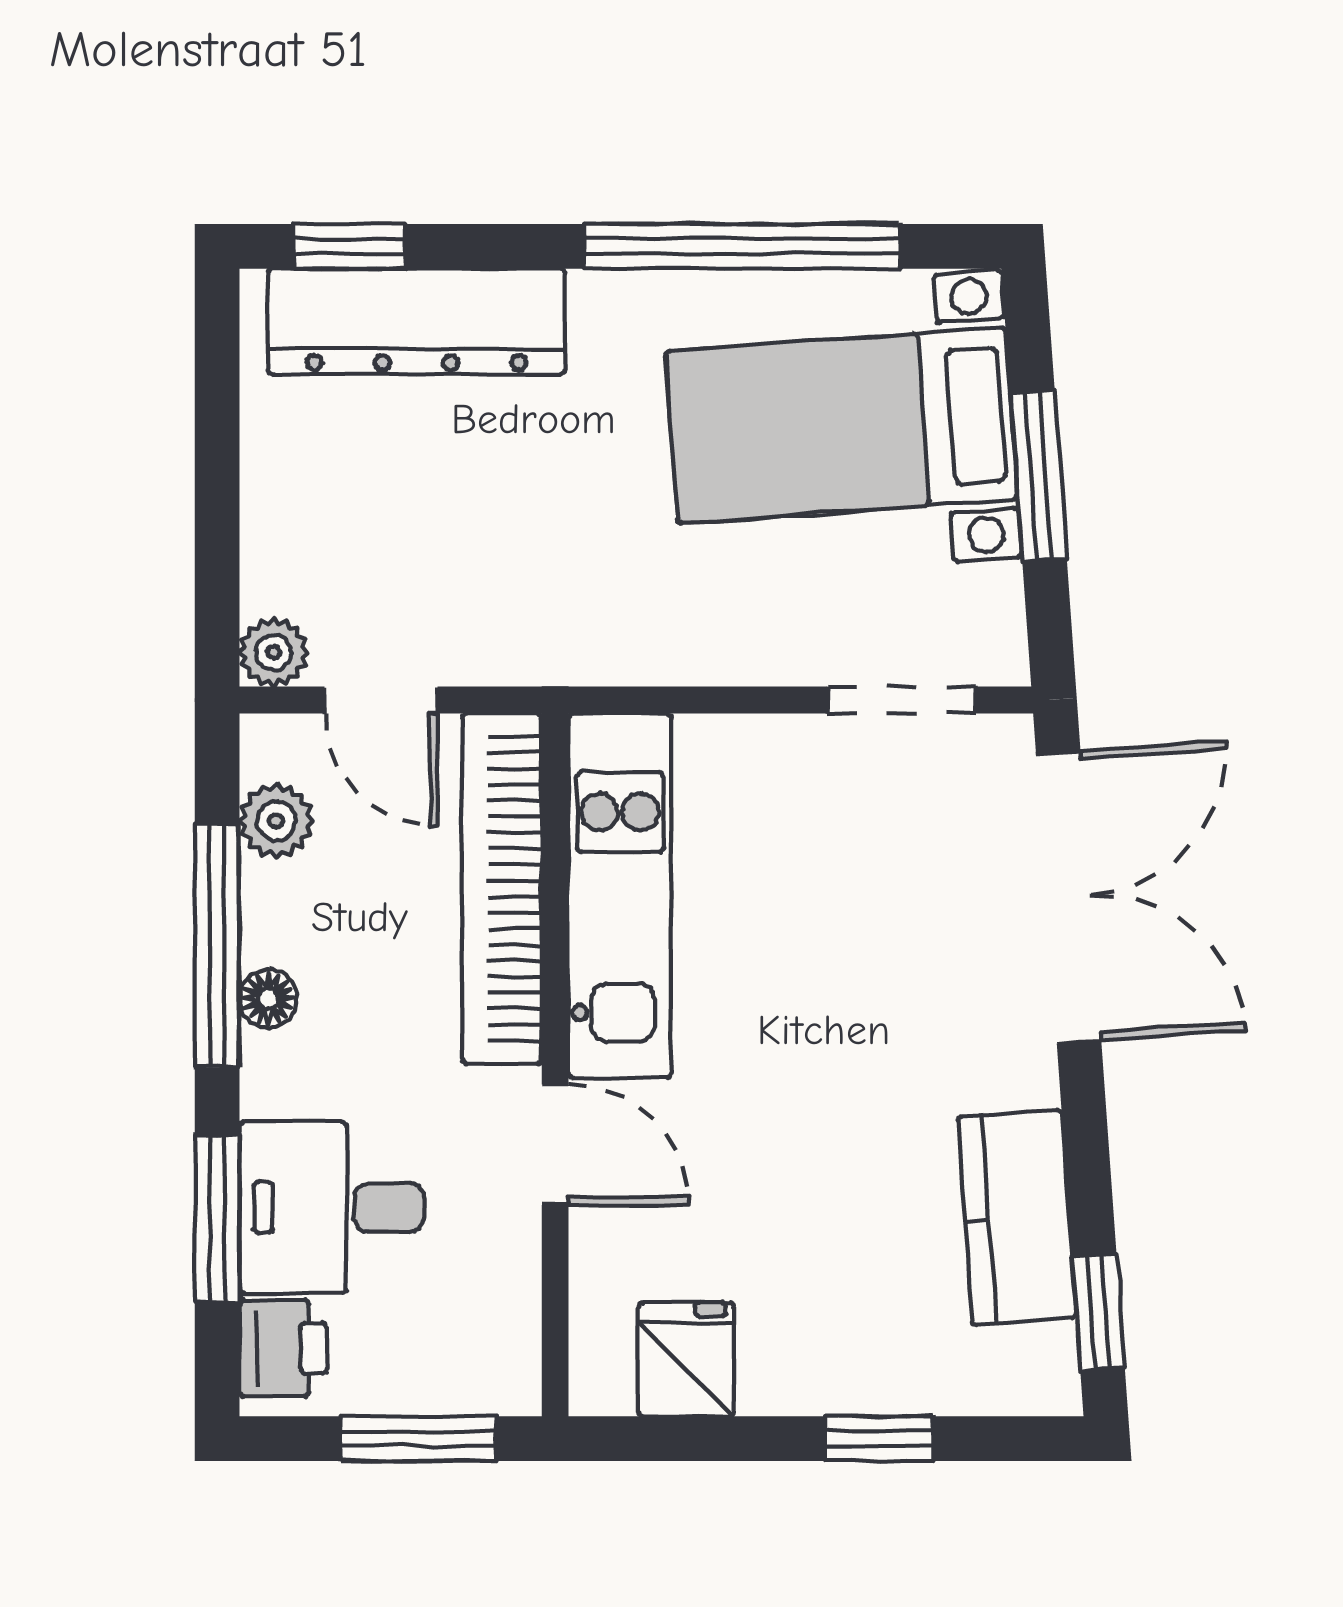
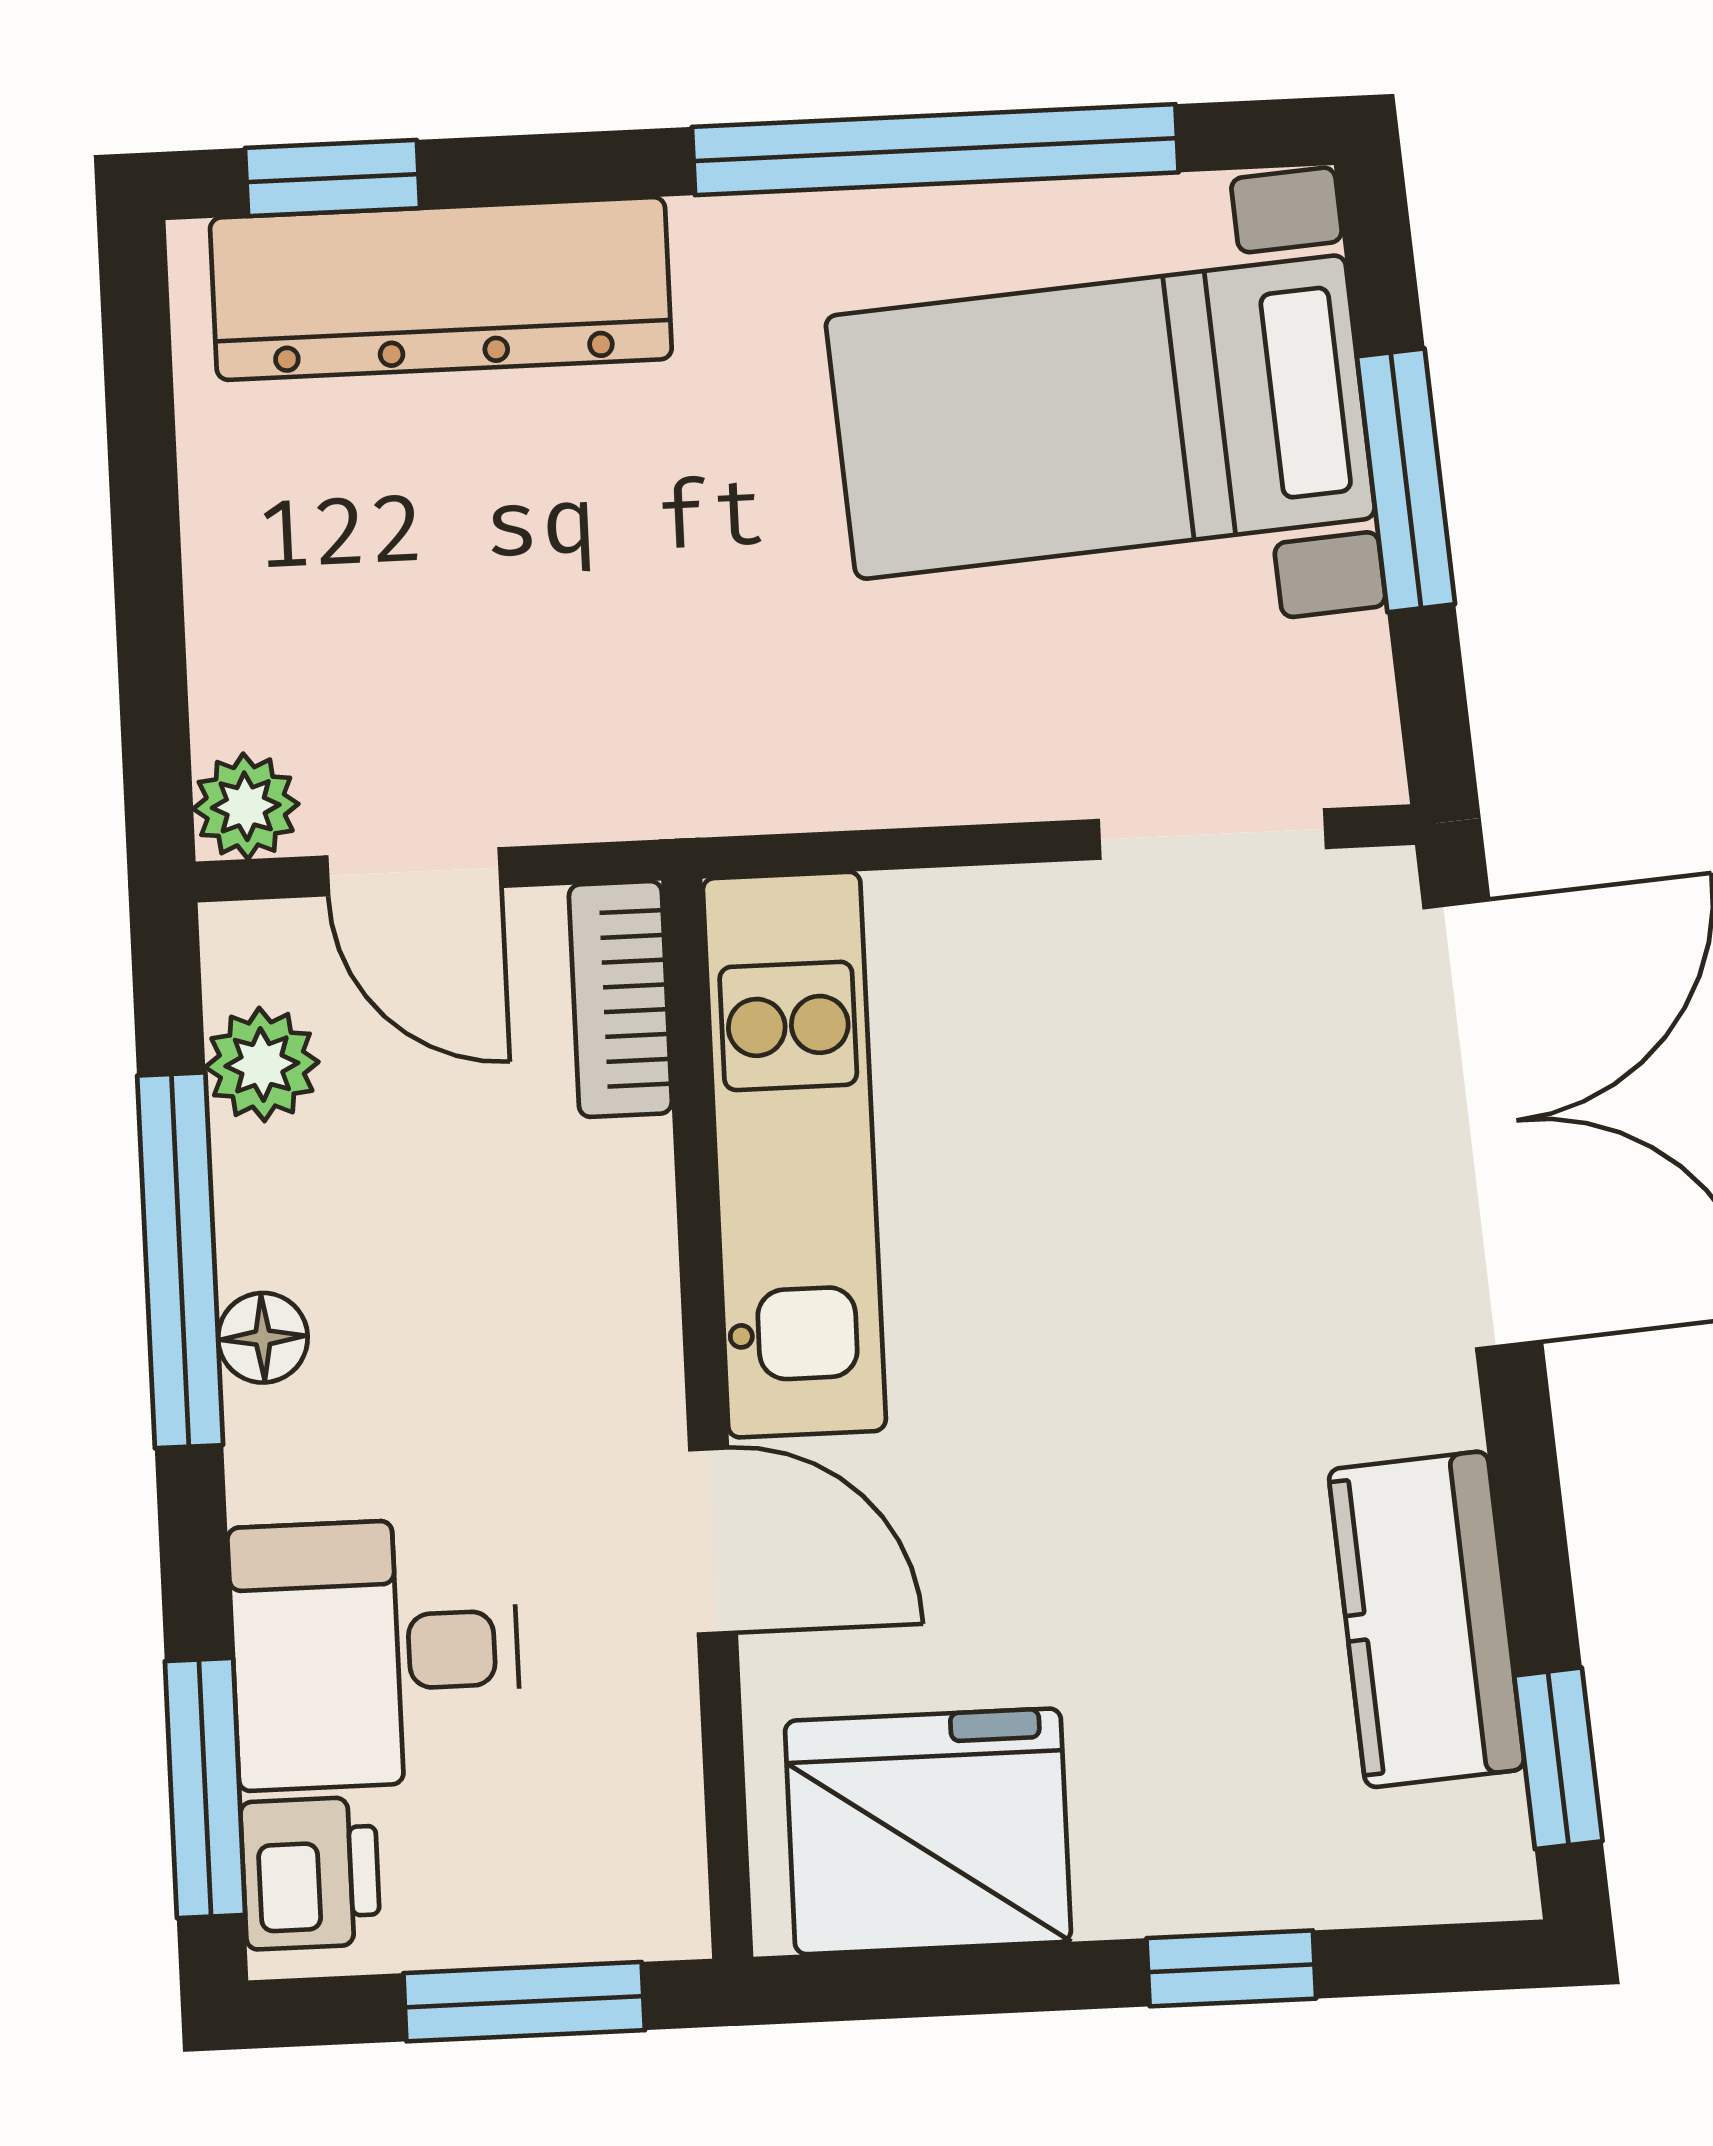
bookcase: (502, 889) -> (620, 999), width x0.43, depth x0.76
window: (217, 1219) -> (205, 1788), moved
fridge: (686, 1359) -> (928, 1831), width x1.88, depth x1.34

